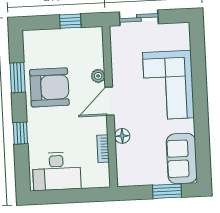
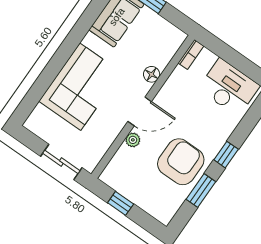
armchair: (49, 87) -> (181, 162), turned 90
window: (20, 133) -> (226, 155), moved
bookcase: (103, 149) -> (191, 54), moved

